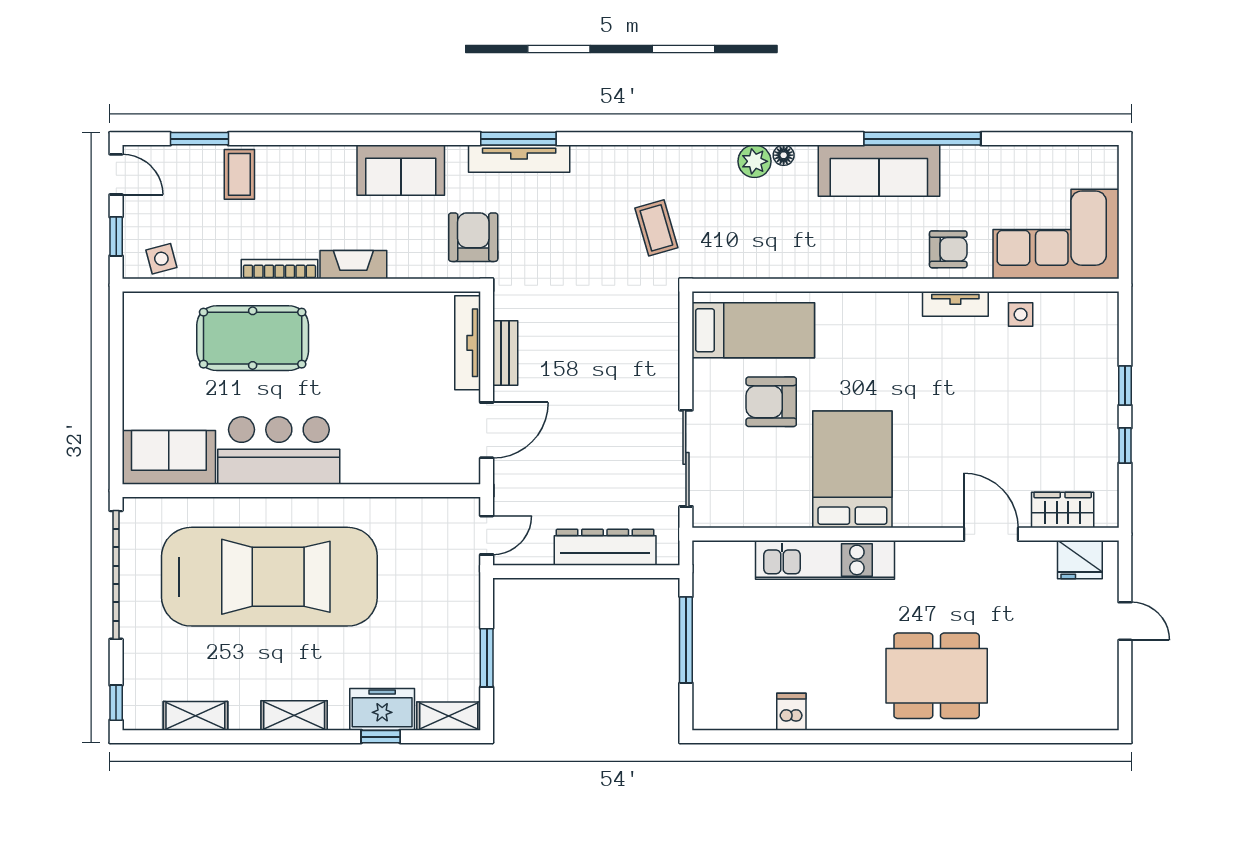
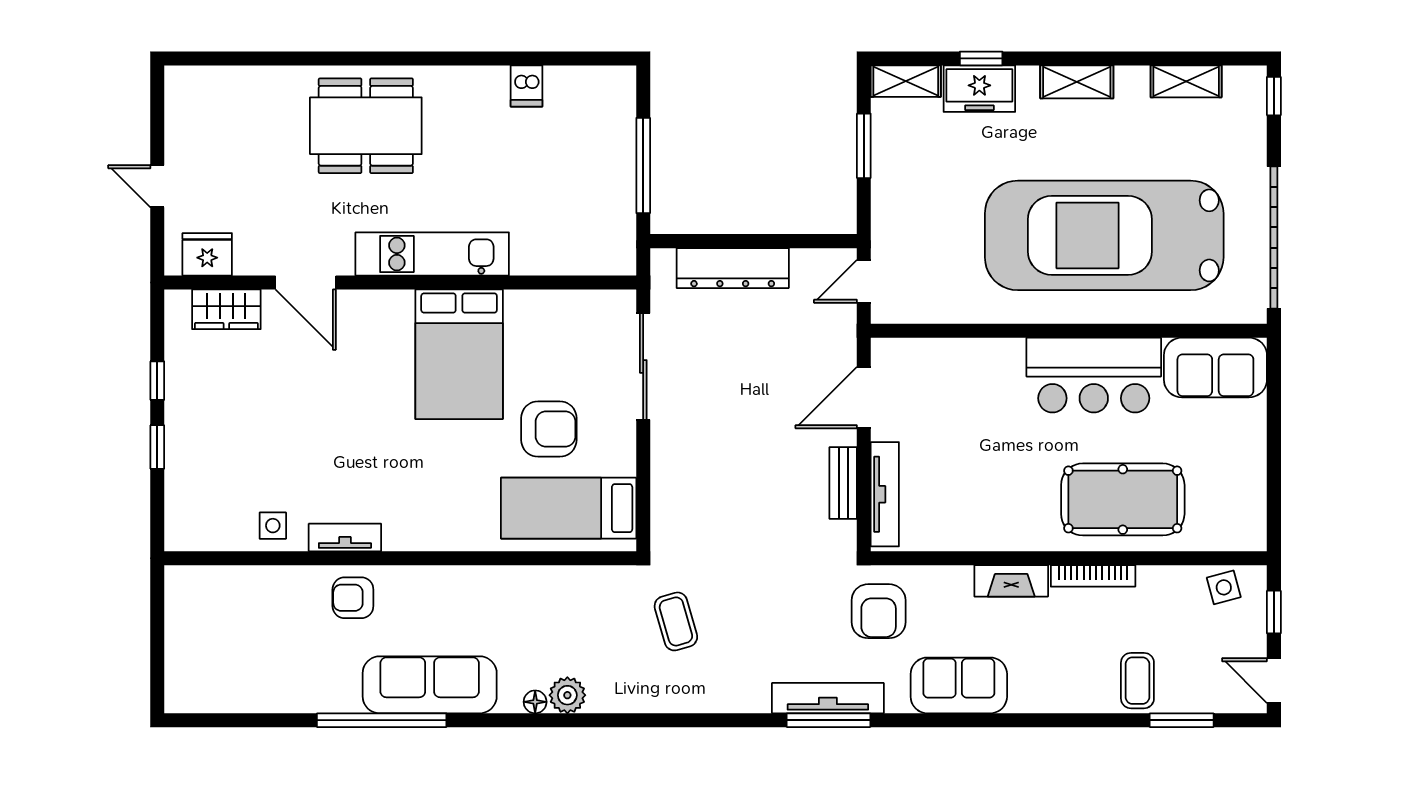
corner sofa: (1056, 234) -> (234, 615), removed
kitchen unit: (825, 560) -> (432, 254), moved

